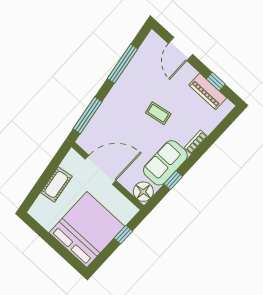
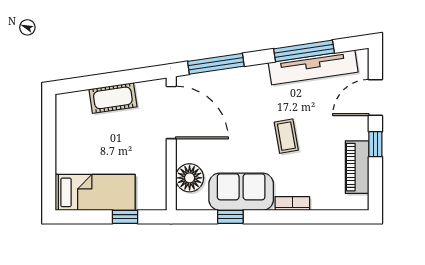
tv unit: (135, 67) -> (313, 67), added
window: (216, 81) -> (375, 144), moved
door: (101, 170) -> (171, 113), moved
floor lamp: (143, 192) -> (190, 178), moved
bed: (87, 229) -> (95, 192), width x0.49

